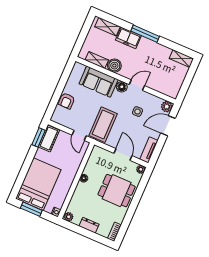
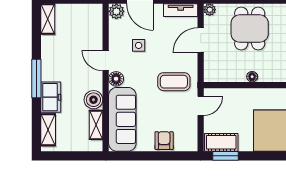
sofa: (99, 82) -> (122, 119), width x1.36
armchair: (67, 101) -> (164, 141), turned -91
coffee table: (103, 125) -> (174, 82), width x0.73, depth x0.76

